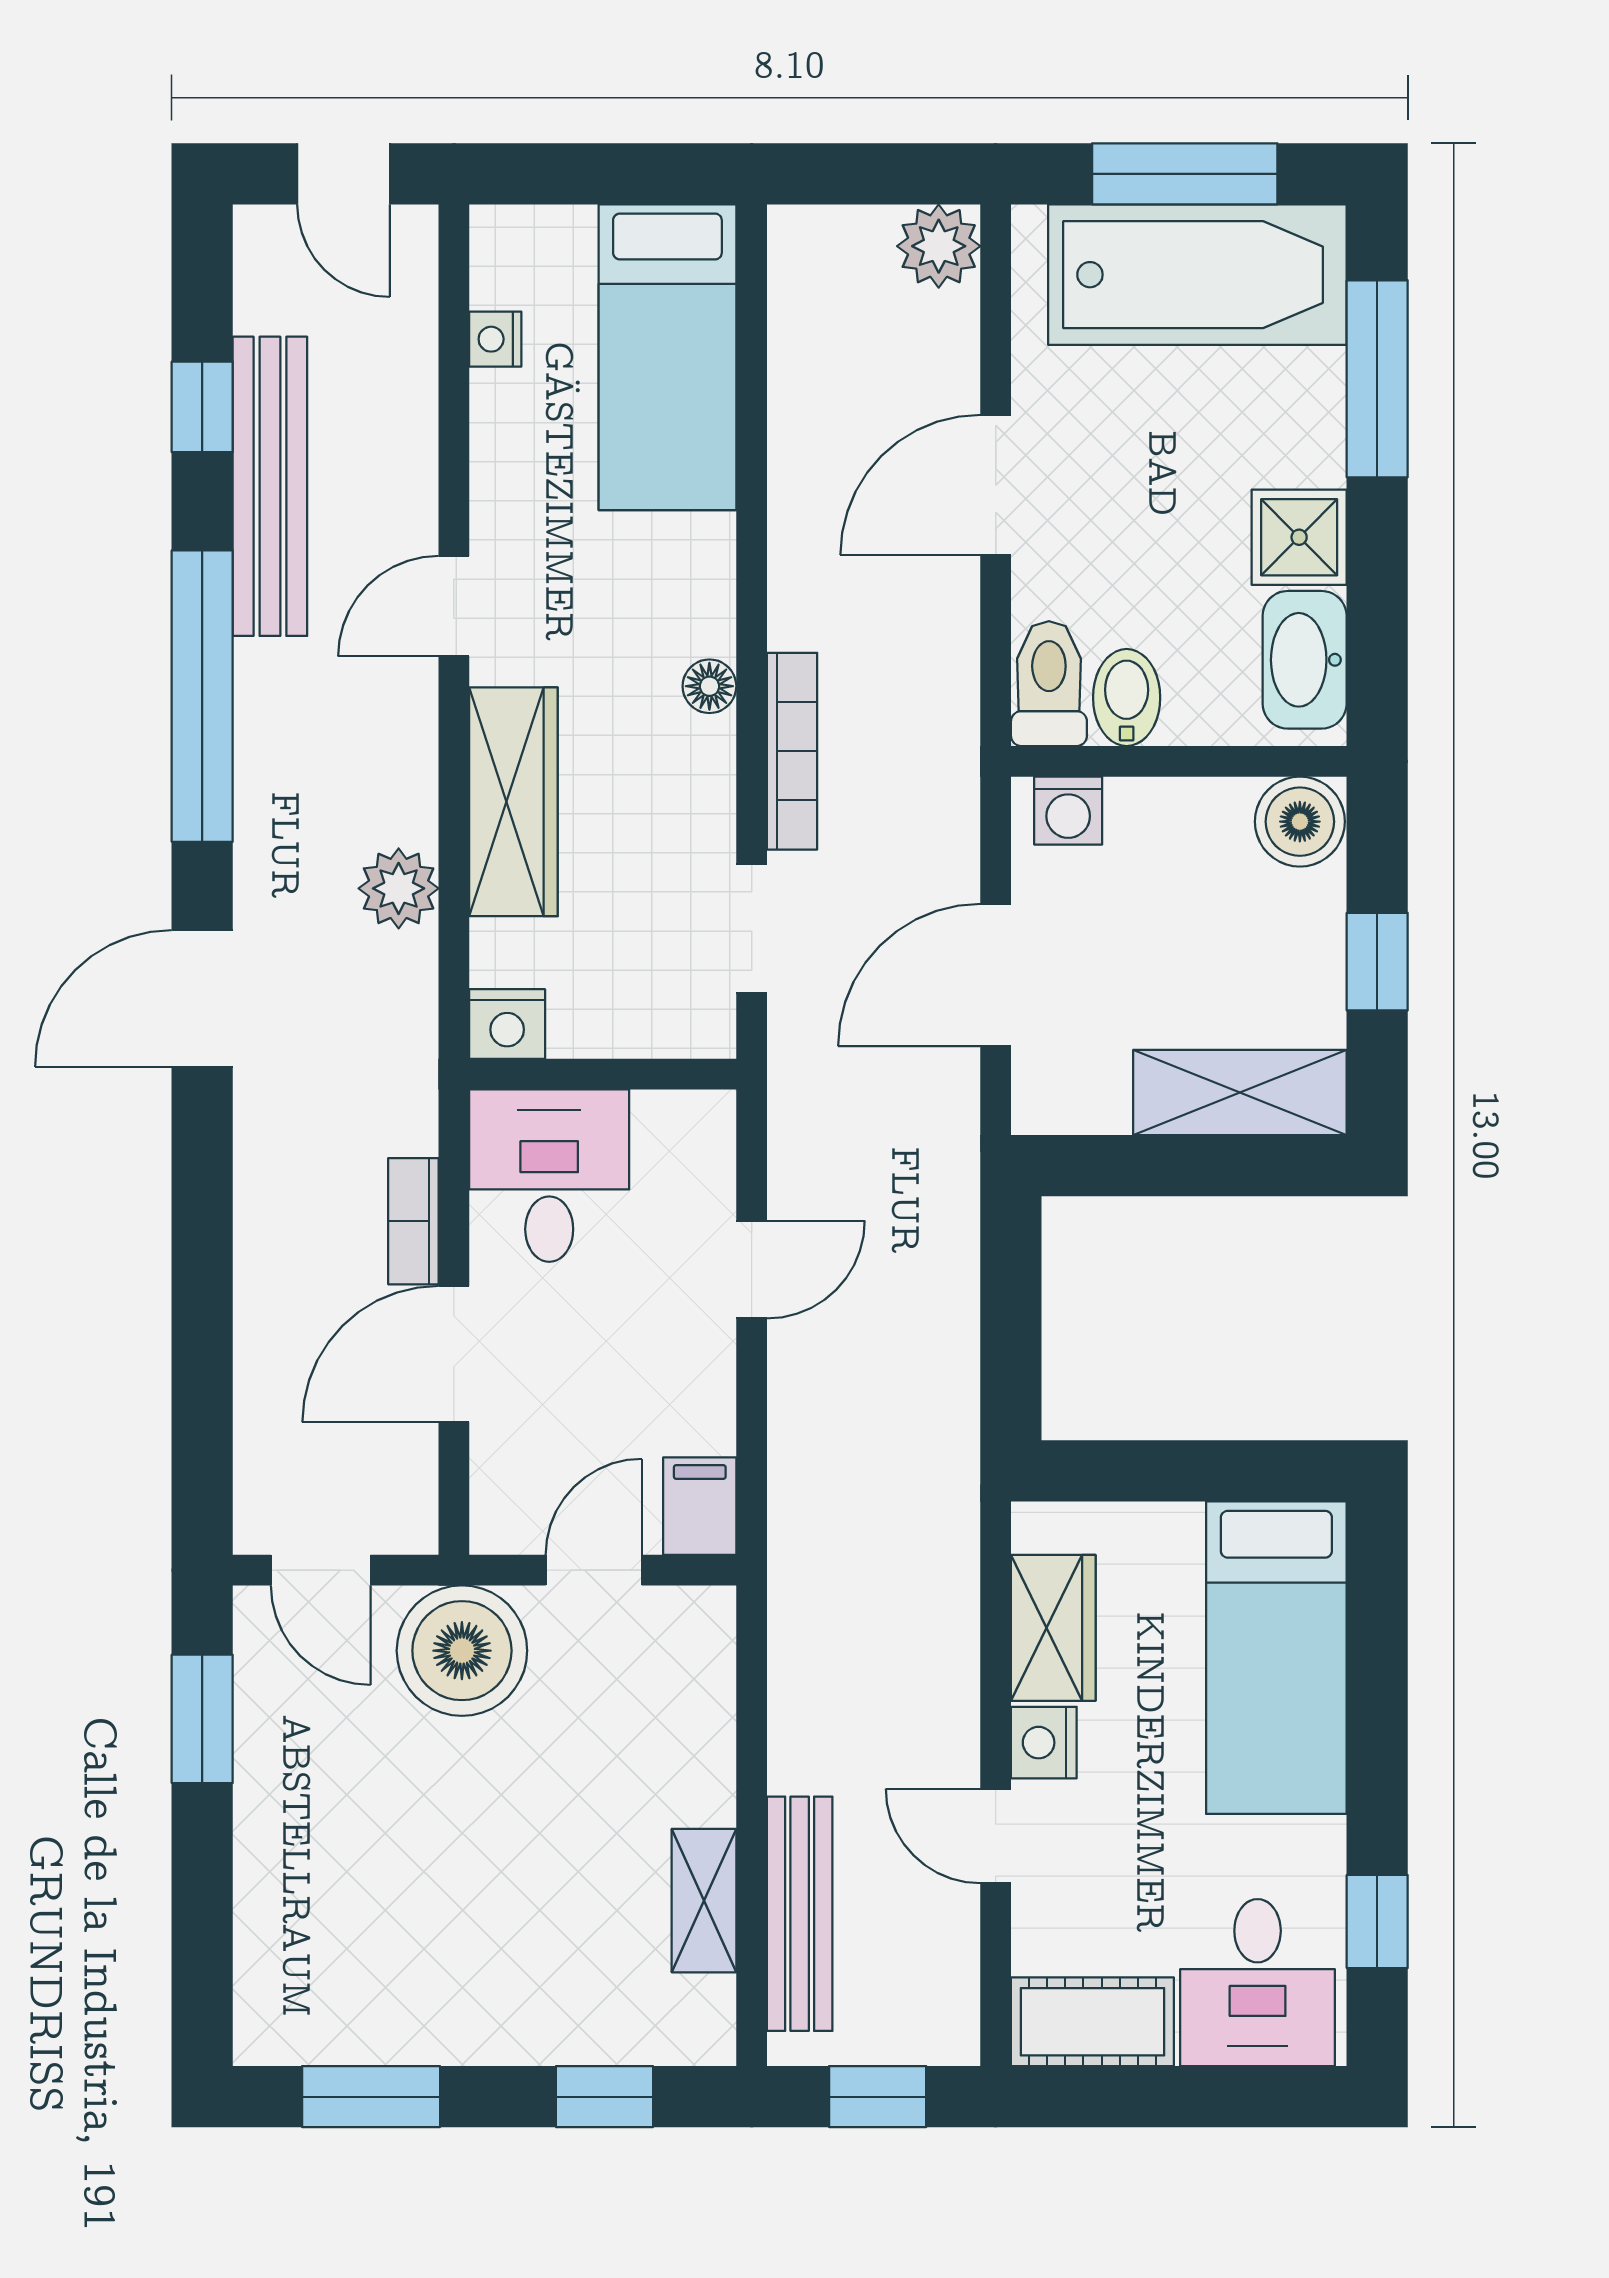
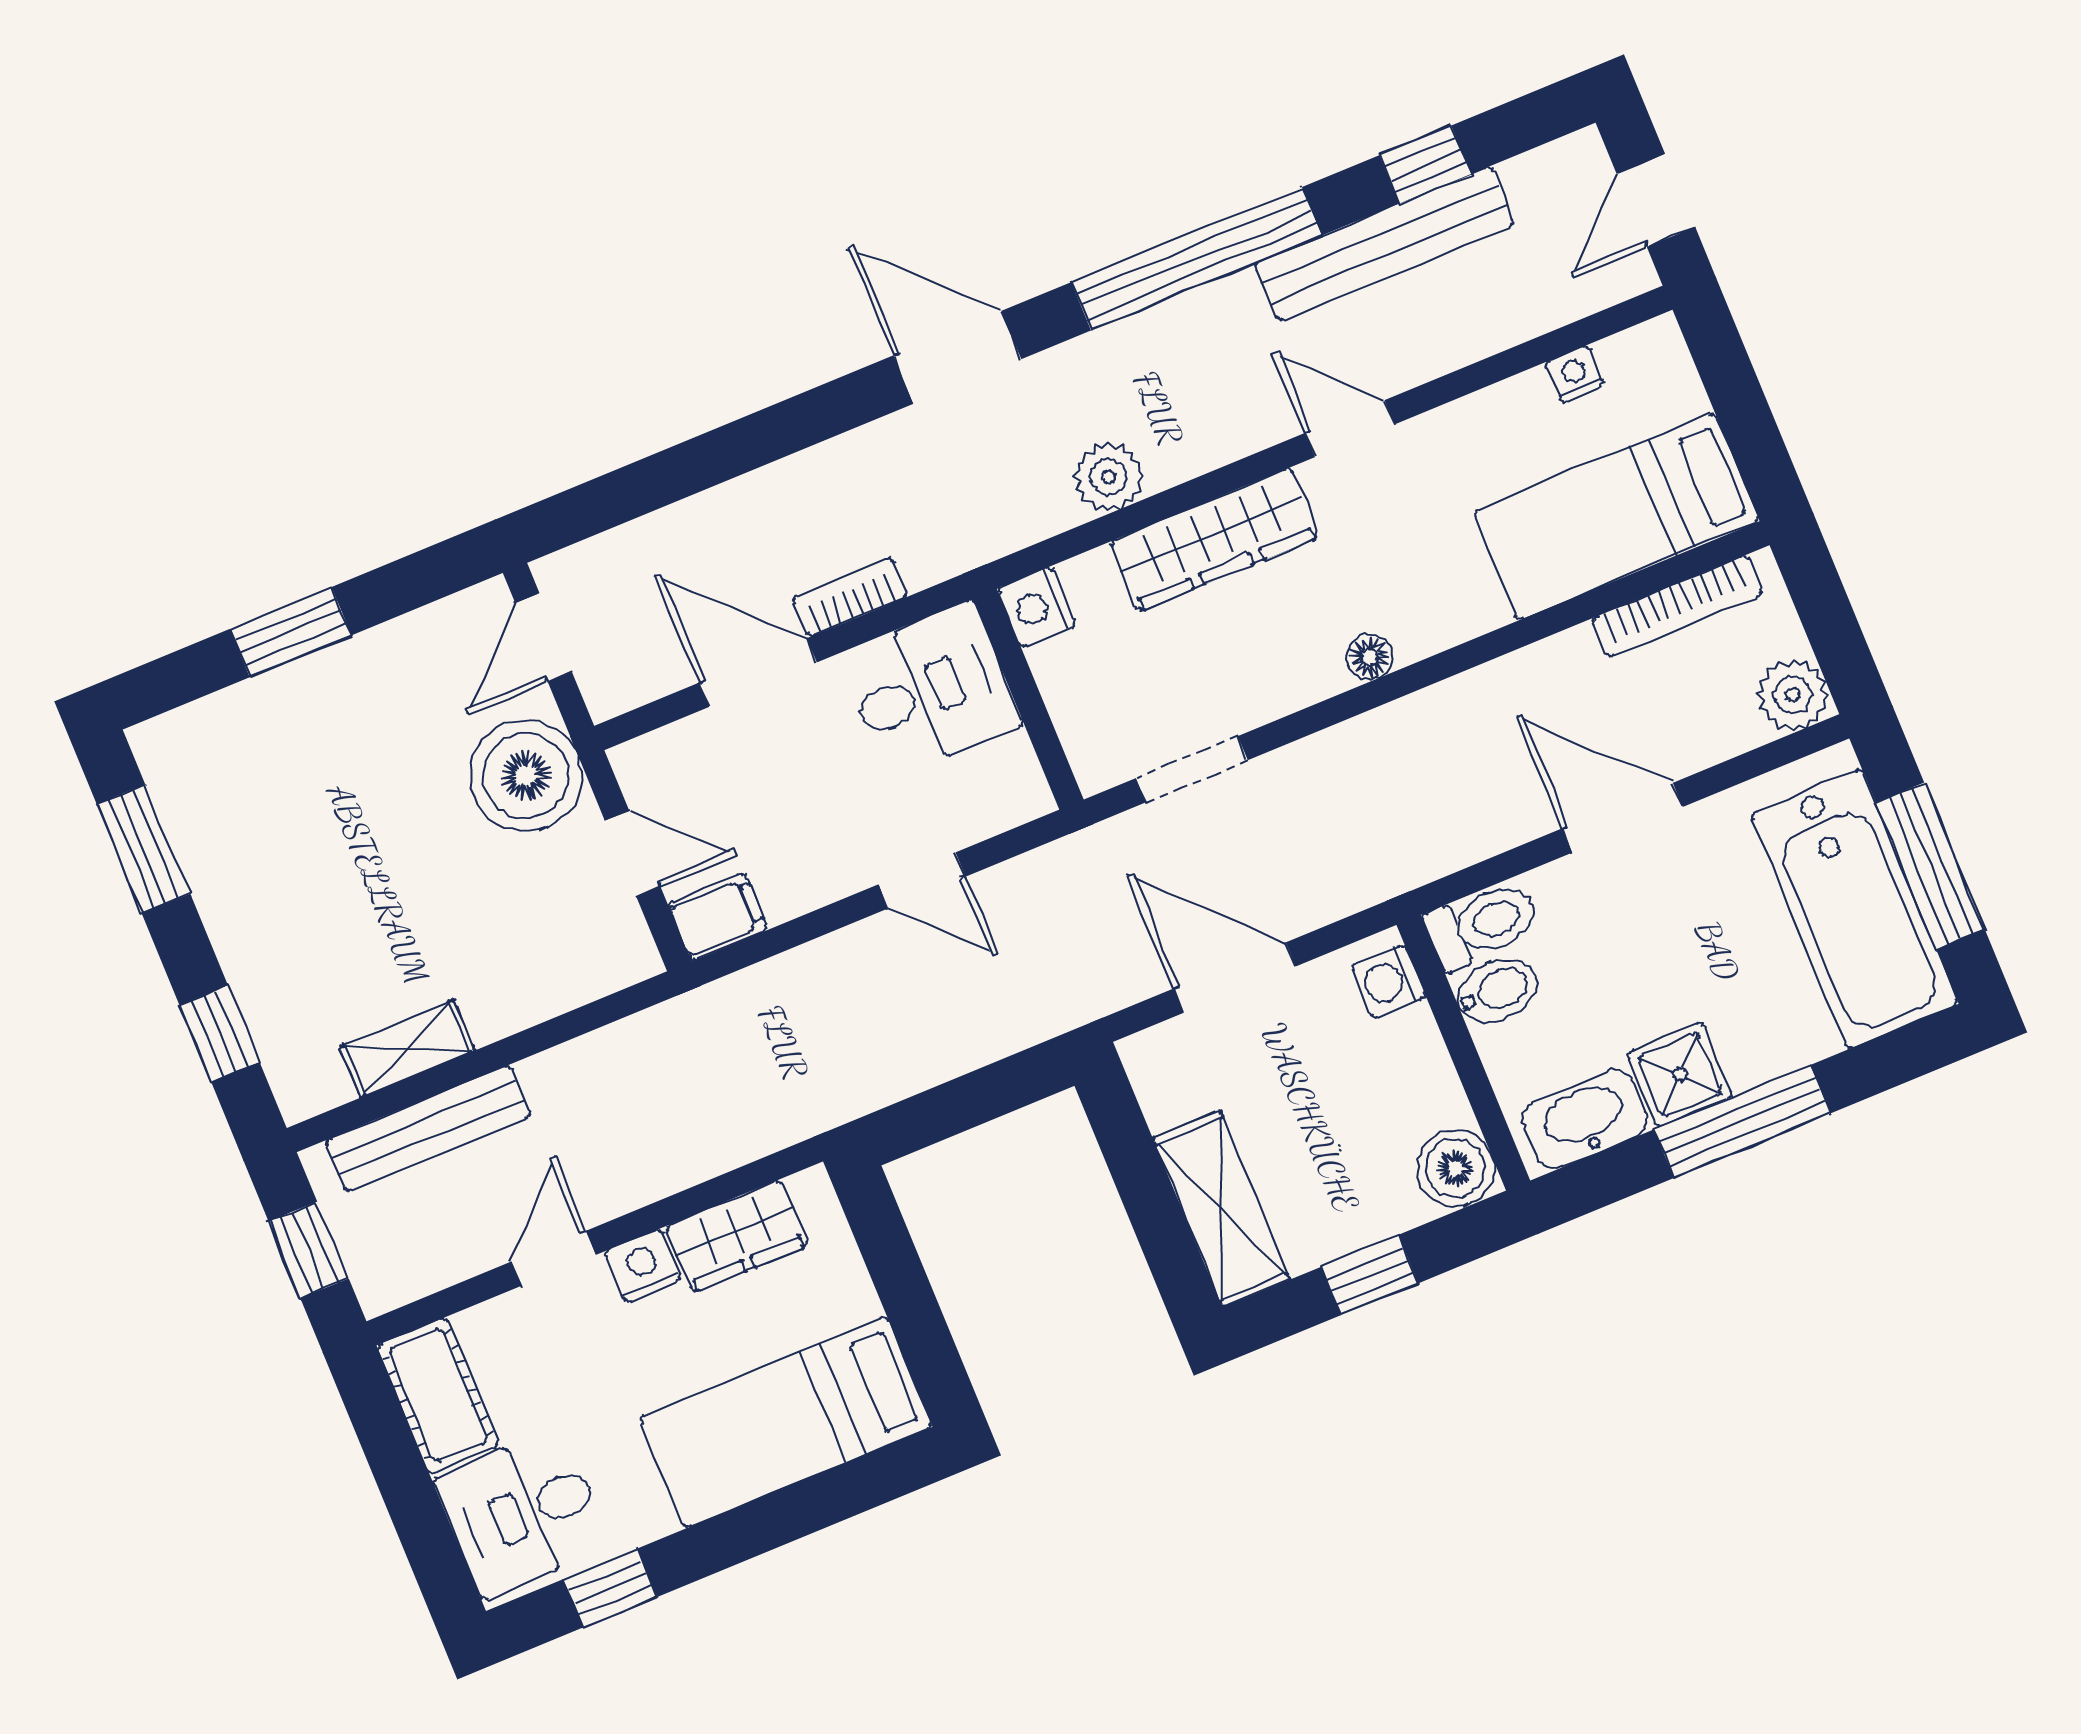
window: (1377, 379) -> (1742, 1122), moved
bookcase: (792, 751) -> (1677, 606), moved
window: (202, 1719) -> (291, 632), moved

